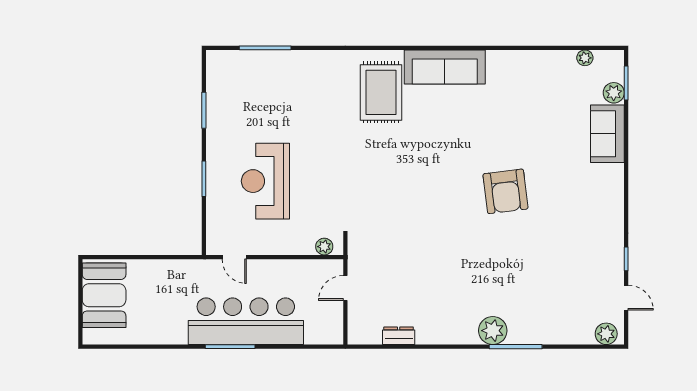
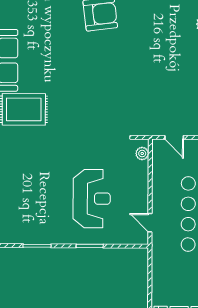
reception desk: (265, 181) -> (92, 199), turned -90
door: (234, 257) -> (150, 223), swing flipped

